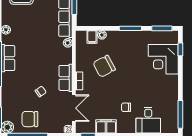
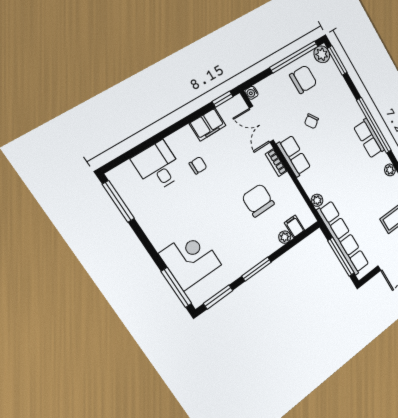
window: (180, 49) -> (176, 288), width x2.17
chair: (104, 66) -> (258, 200), turned -62

